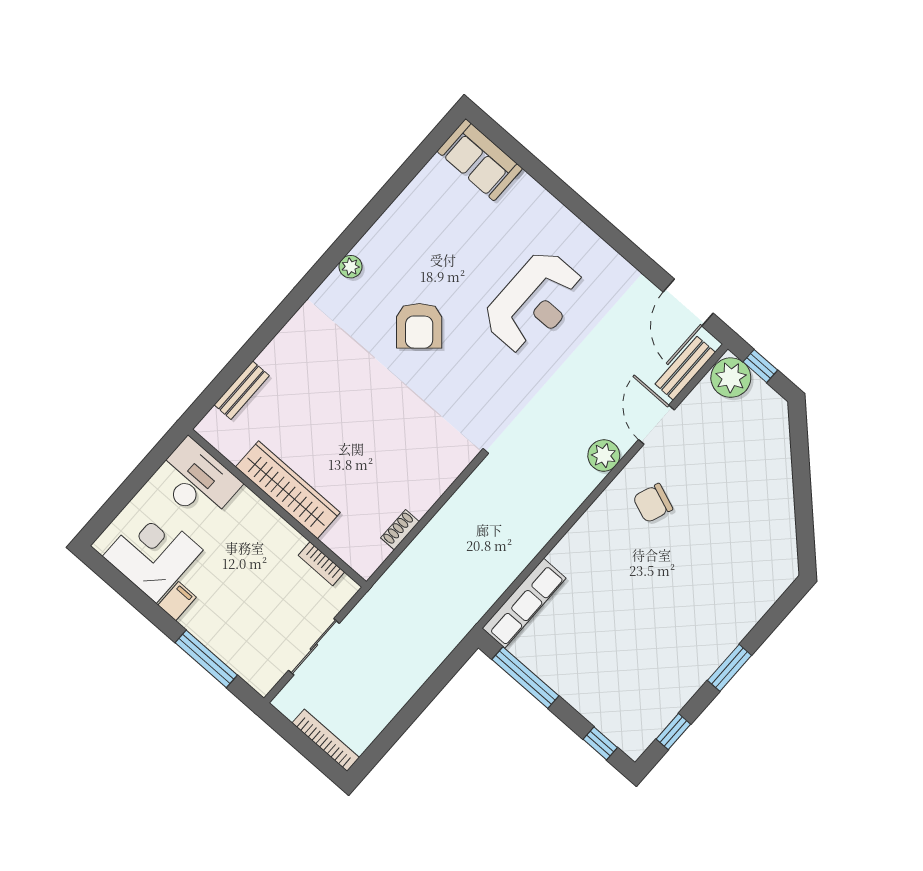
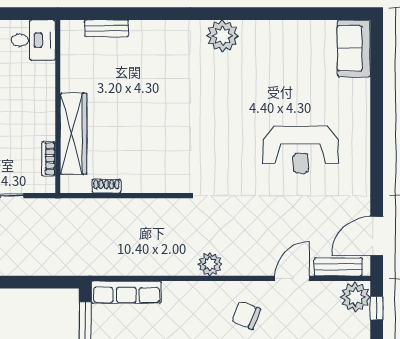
plant: (351, 267) -> (222, 36), width x1.88, depth x1.88
armchair: (419, 326) -> (231, 96), removed
plant: (604, 455) -> (210, 264), moved
desk: (197, 481) -> (33, 40), width x0.73
wardrobe: (288, 490) -> (73, 134), moved

